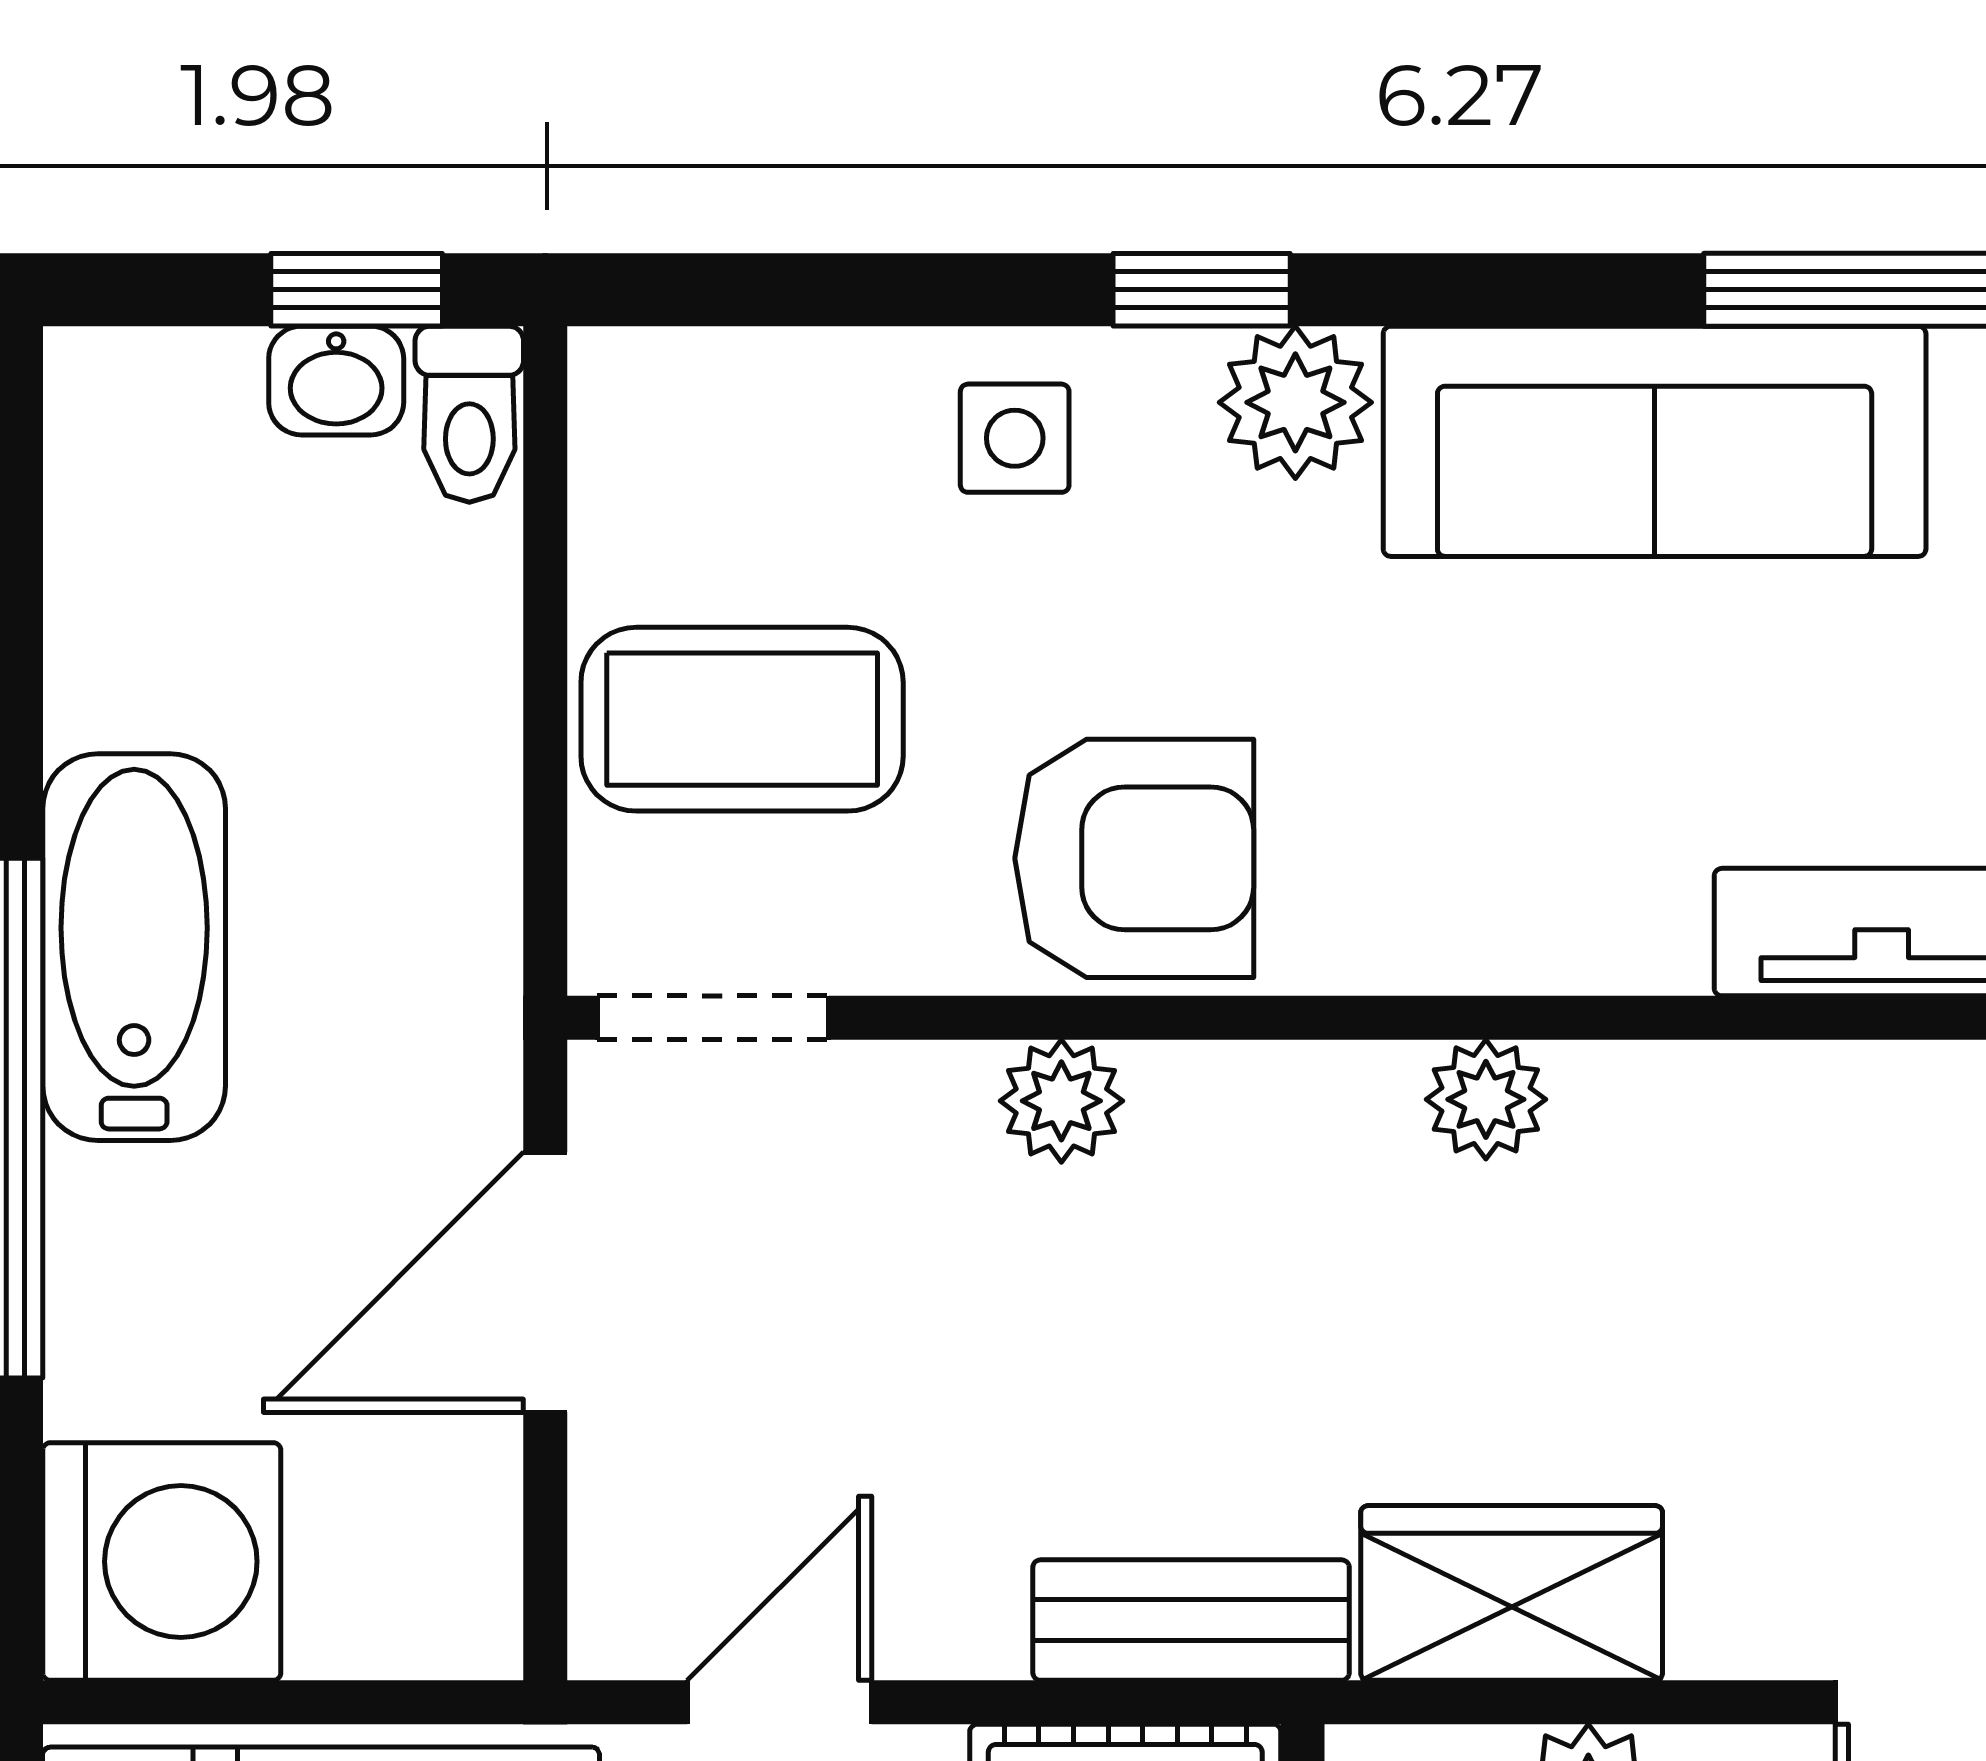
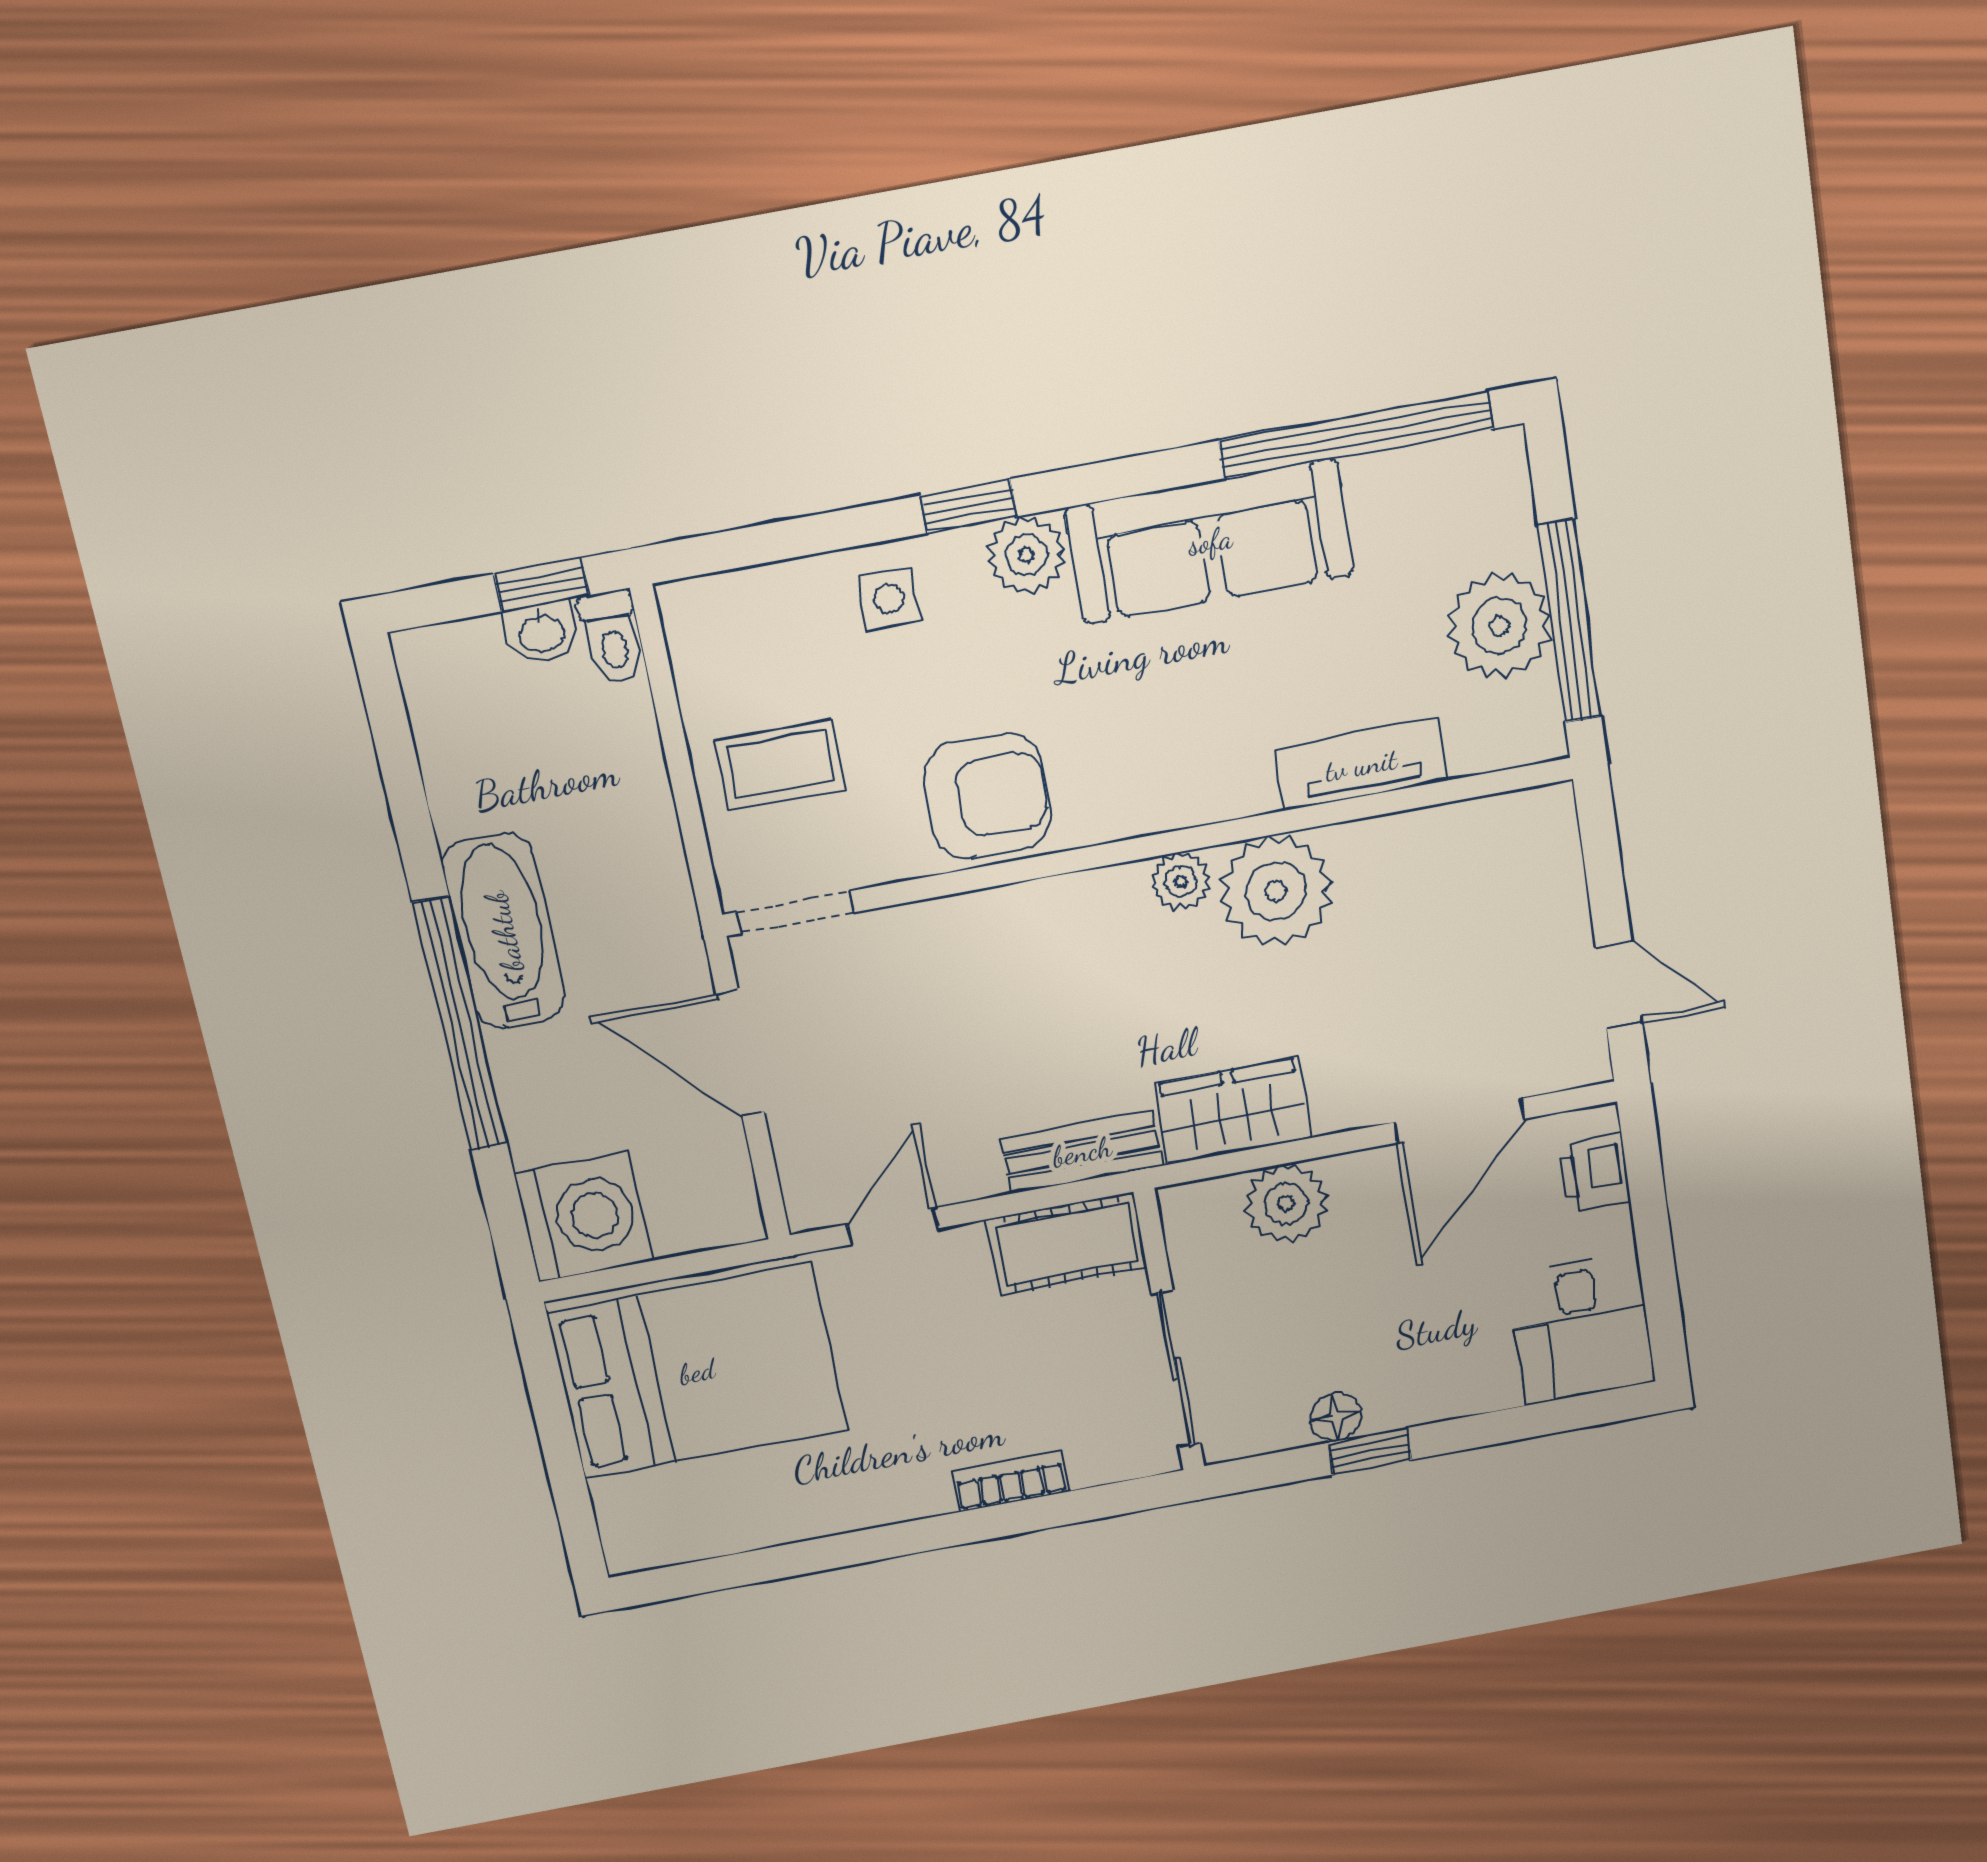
coffee table: (742, 719) -> (780, 764), width x0.73, depth x0.77
plant: (1061, 1101) -> (1276, 891), moved, width x1.87, depth x1.87
door: (545, 1282) -> (740, 1053), hinge flipped

